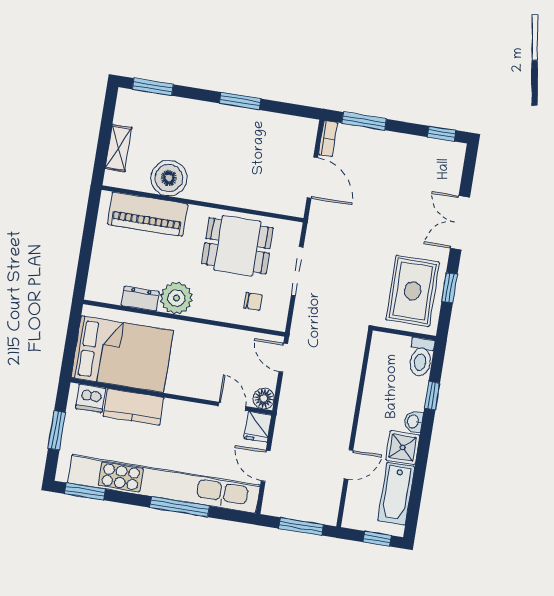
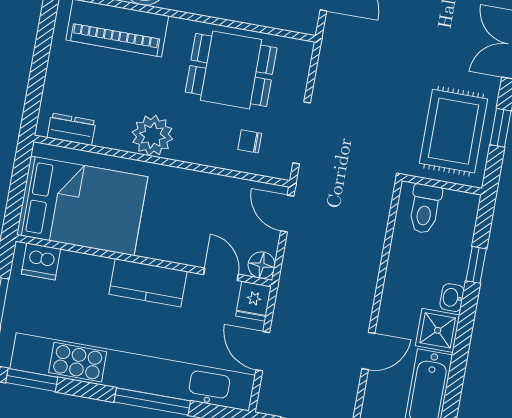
doorway: (297, 271) -> (302, 133), moved
dresser: (140, 299) -> (71, 129), moved
chair: (253, 302) -> (250, 141), turned 180
toilet: (421, 357) -> (425, 209), moved
kitchen counter: (134, 407) -> (148, 283), moved

